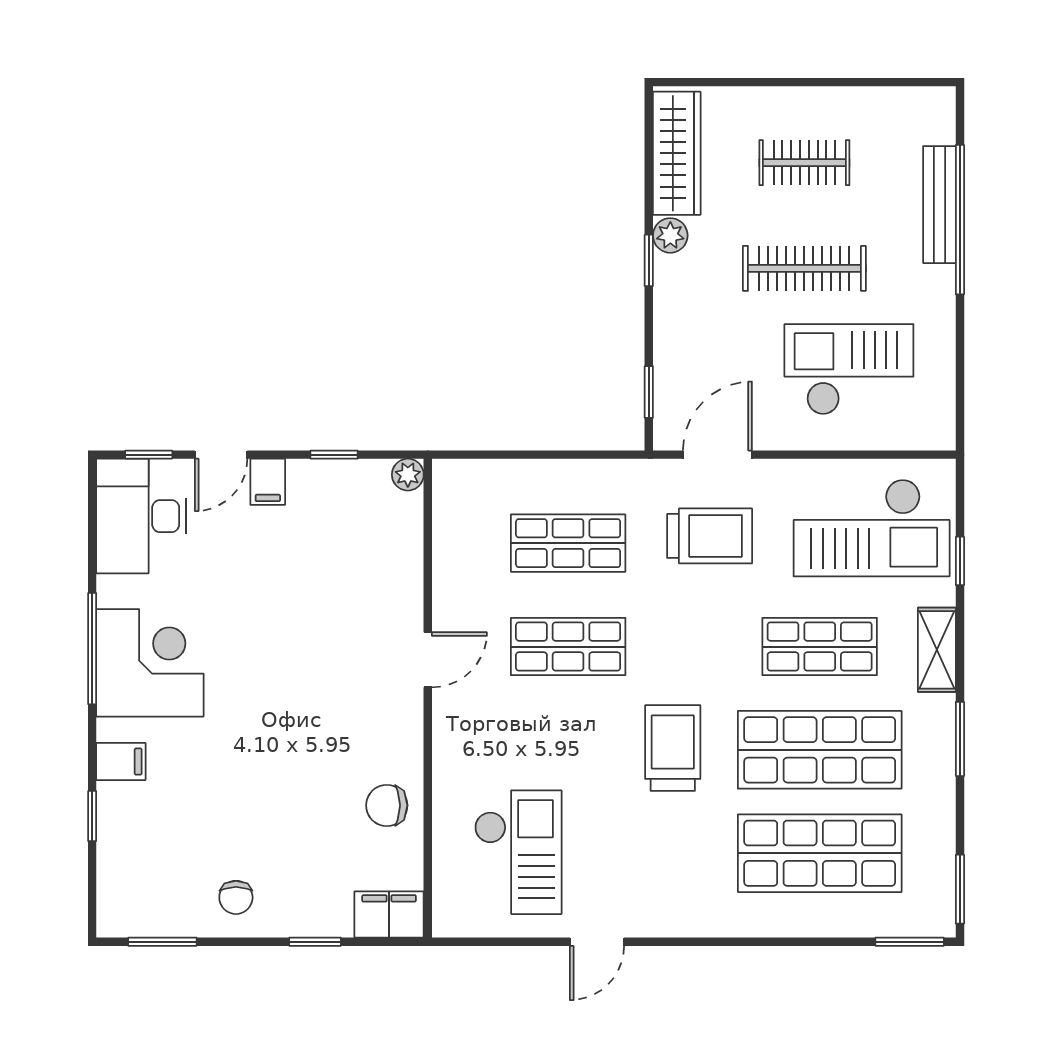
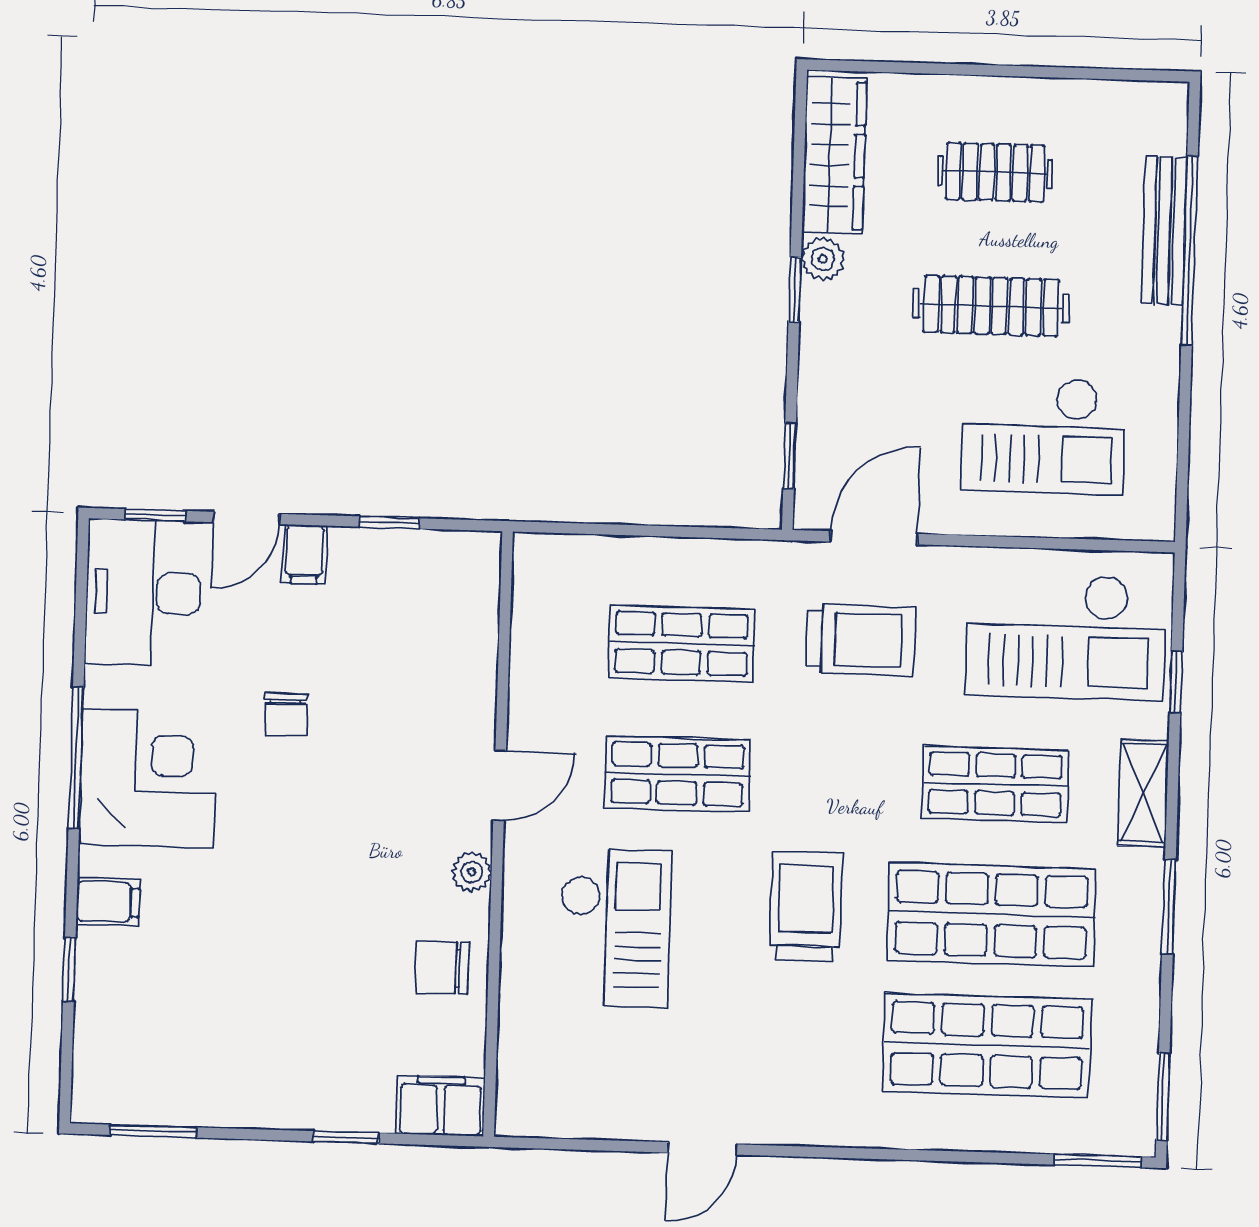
checkout: (849, 369) -> (1043, 435), turned 180
plant: (408, 475) -> (472, 872), moved
checkout: (518, 852) -> (615, 928), moved
chair: (236, 897) -> (286, 714), moved

